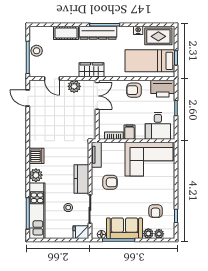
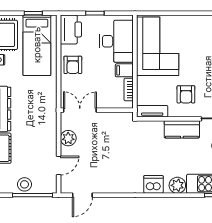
wardrobe: (91, 70) -> (48, 117), removed
desk: (158, 126) -> (117, 41), width x1.37
armchair: (110, 182) -> (186, 94), turned 180

